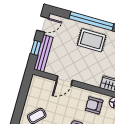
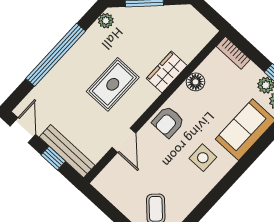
rug: (92, 40) -> (113, 84), moved
armchair: (94, 105) -> (168, 122), moved

